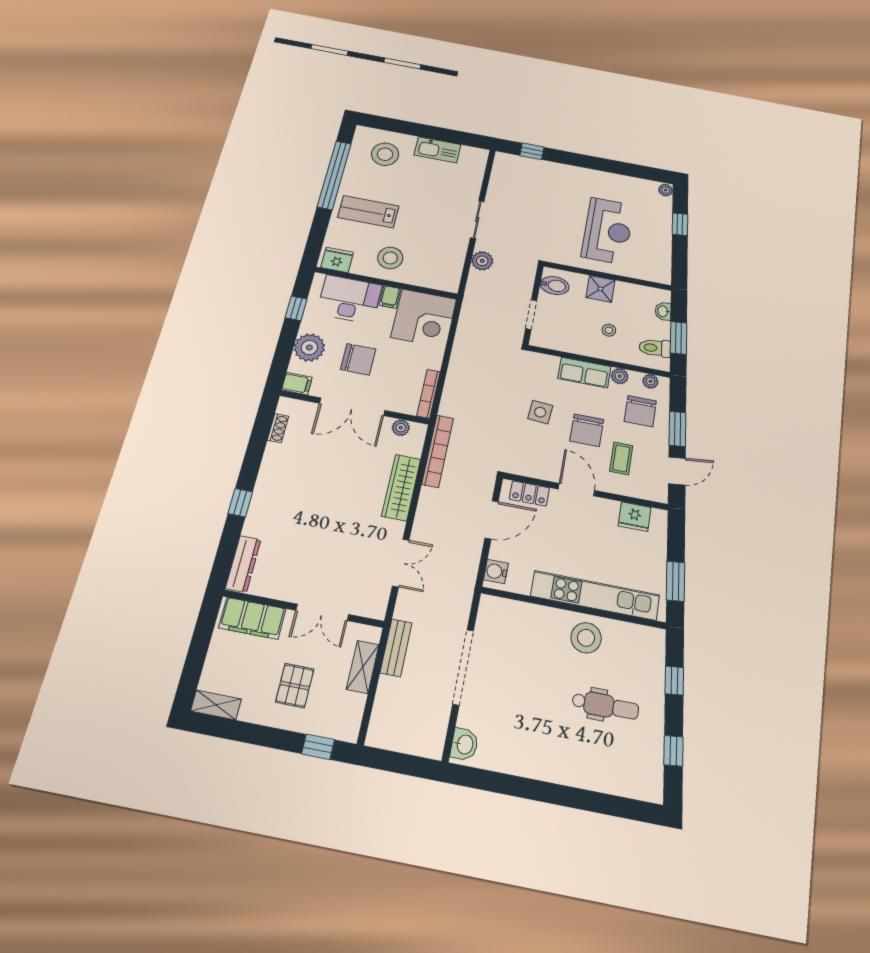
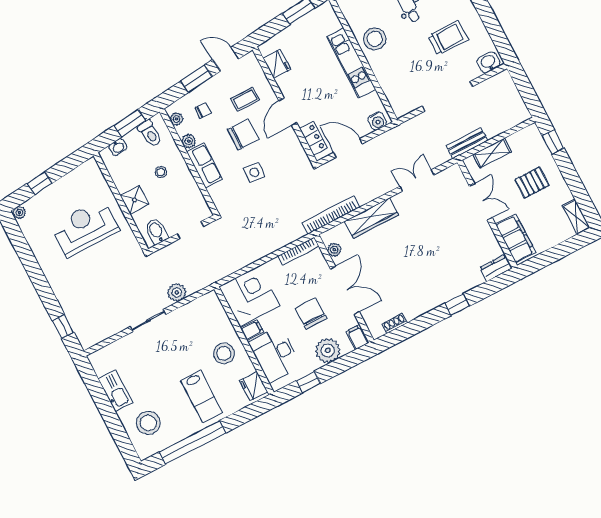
chair: (640, 411) -> (203, 111), width x0.54, depth x0.54
dresser: (243, 564) -> (496, 268), width x0.70
kitchen unit: (595, 595) -> (351, 63), width x0.73
trolley: (527, 720) -> (448, 38), added

